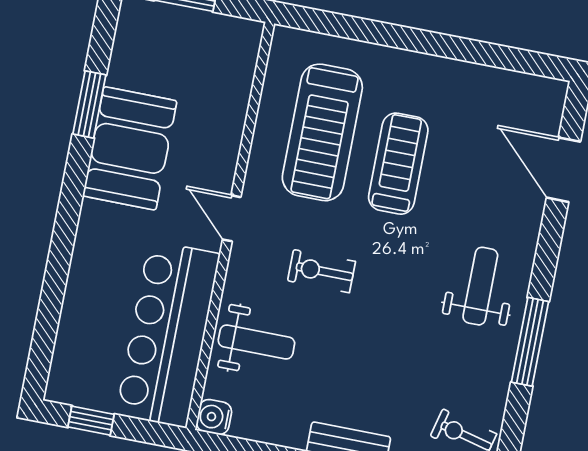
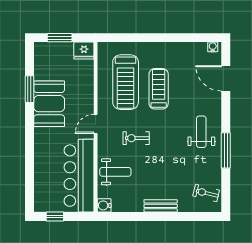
fridge: (238, 38) -> (84, 51), added
water cooler: (547, 89) -> (213, 47), added
door: (232, 218) -> (96, 124), hinge flipped

